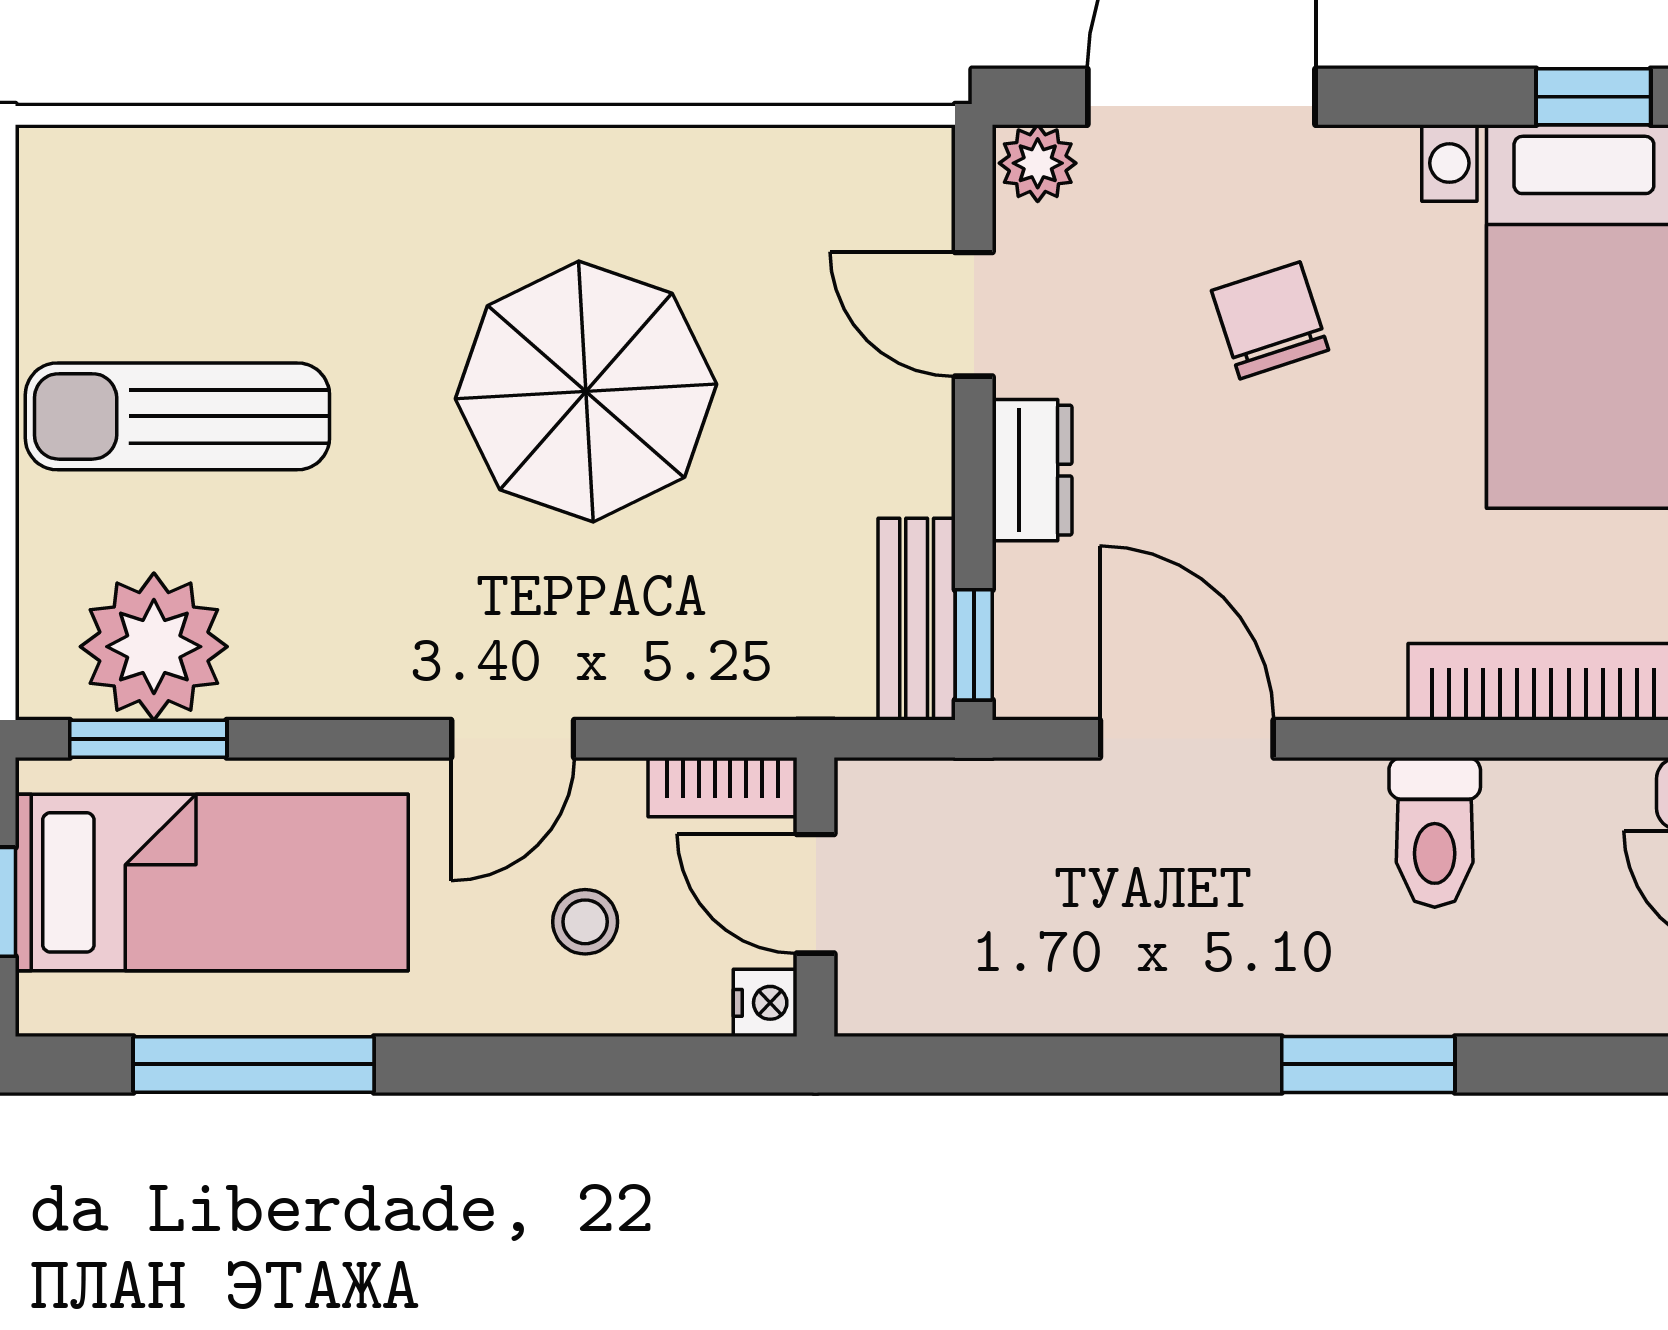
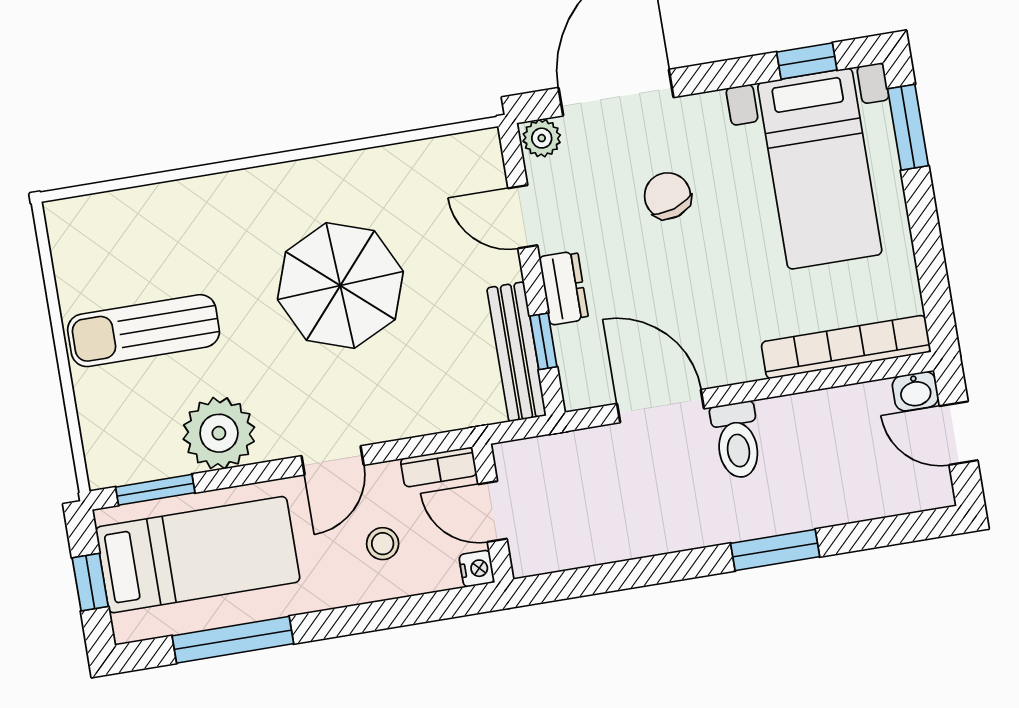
bench: (917, 619) -> (517, 352), width x1.36
window: (974, 645) -> (543, 341), moved
plant: (154, 647) -> (219, 433), moved
toilet: (1435, 832) -> (737, 440), moved

